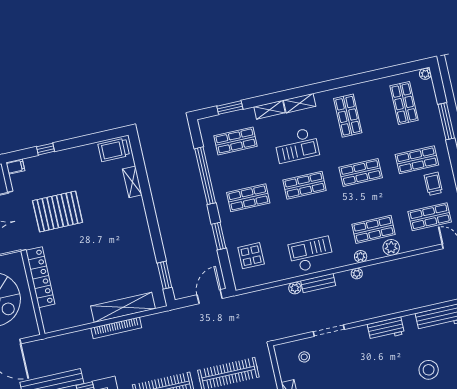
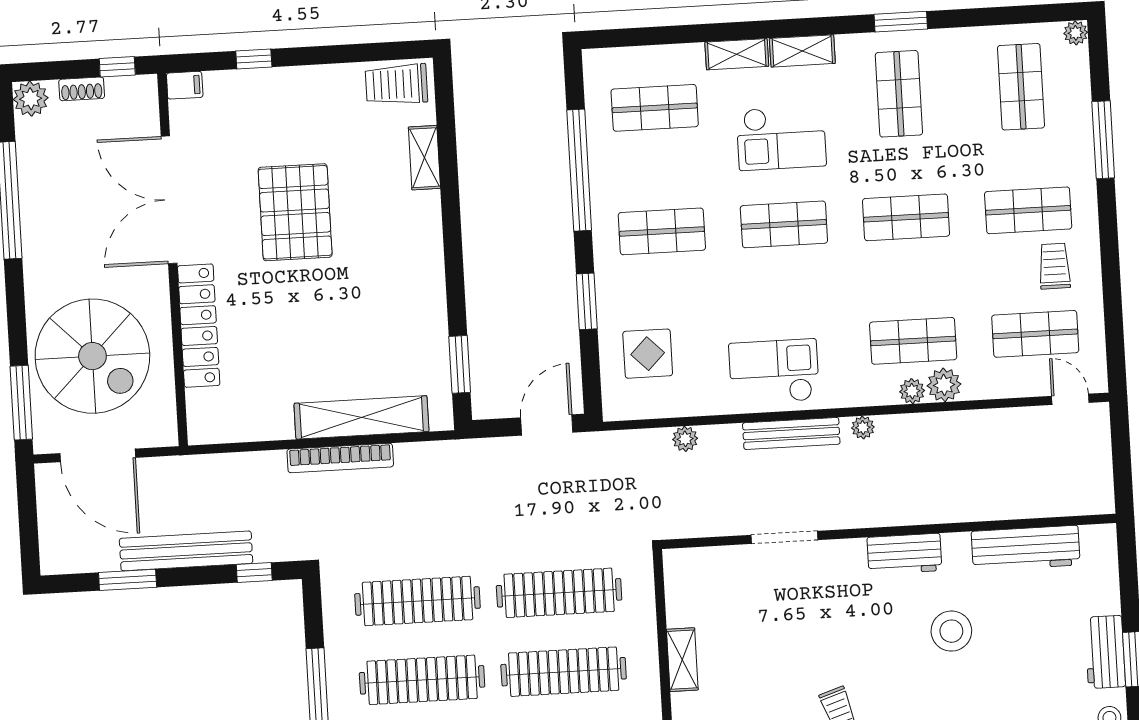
window: (230, 108) -> (901, 22), moved
pallet: (58, 212) -> (295, 212), moved, turned 90
plant: (361, 256) -> (912, 391), moved
bench: (318, 283) -> (791, 433), width x1.36
plant: (295, 288) -> (685, 439), moved
stool: (304, 357) -> (724, 584), removed
stool: (429, 370) -> (951, 631), moved

